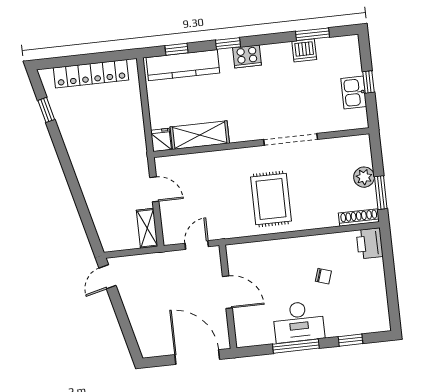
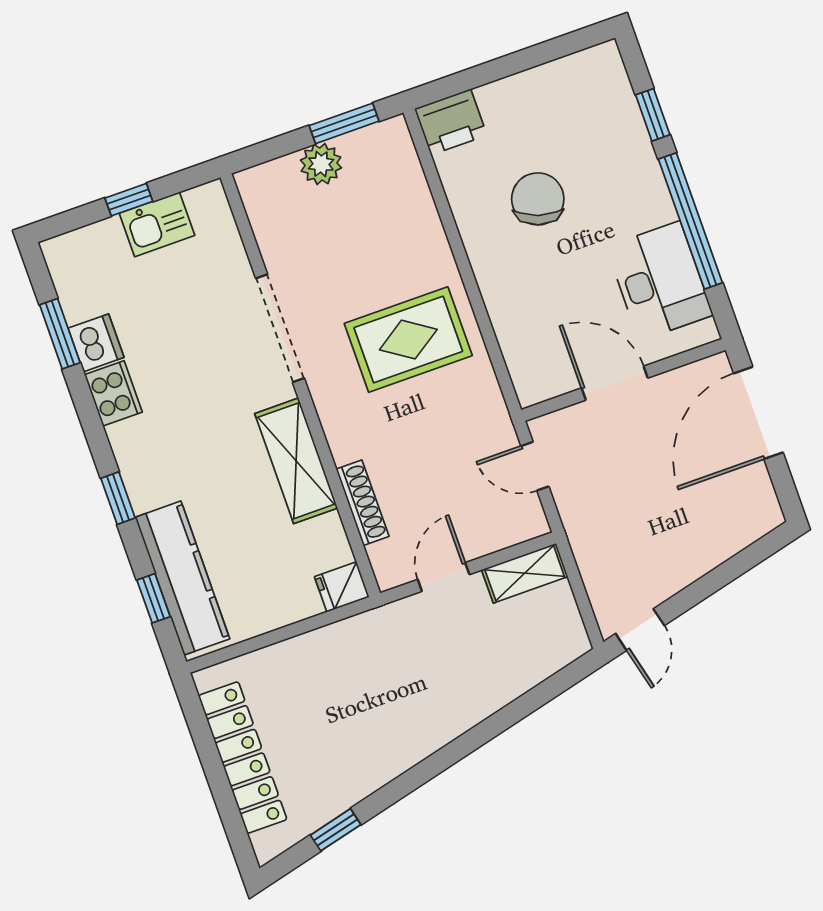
cooker: (247, 56) -> (113, 393), moved
shelving: (200, 135) -> (296, 461), moved
shoe rack: (359, 218) -> (363, 503), moved, turned 180
chair: (323, 276) -> (538, 199), width x1.87, depth x1.87
door: (108, 277) -> (640, 630), hinge flipped
door: (227, 292) -> (615, 383), hinge flipped
desk: (299, 322) -> (660, 281), moved
window: (296, 346) -> (690, 221), width x1.46

